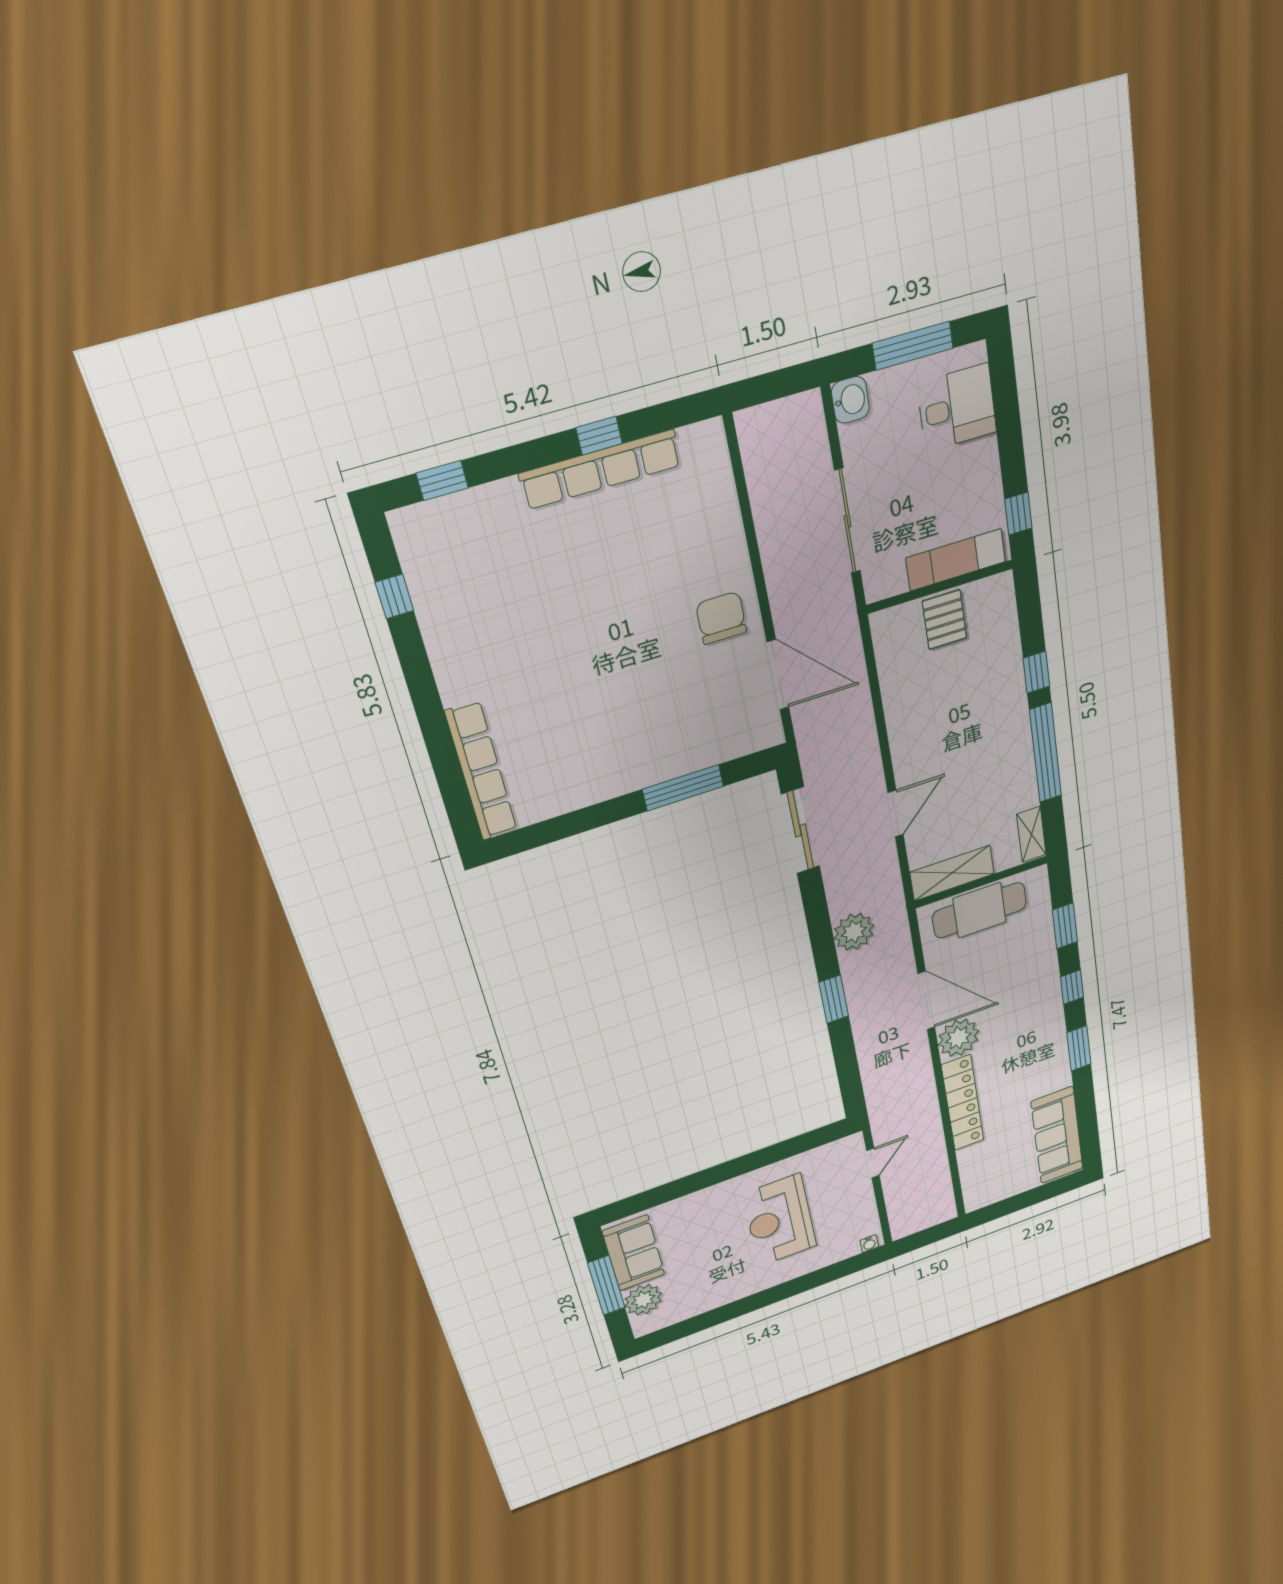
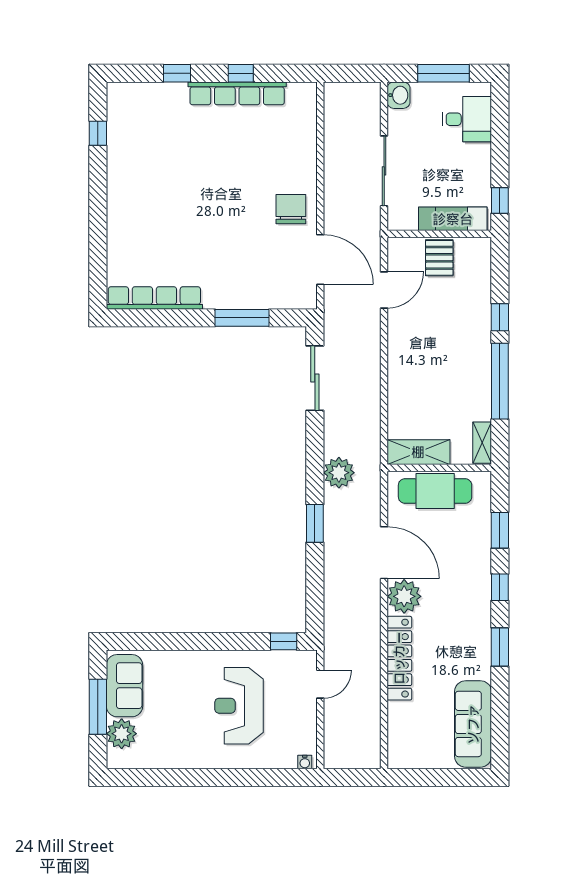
window: (442, 481) -> (177, 73), moved
row of seats: (481, 771) -> (154, 298), moved, turned -90
door: (896, 814) -> (384, 290), moved
window: (820, 1137) -> (284, 641), added

